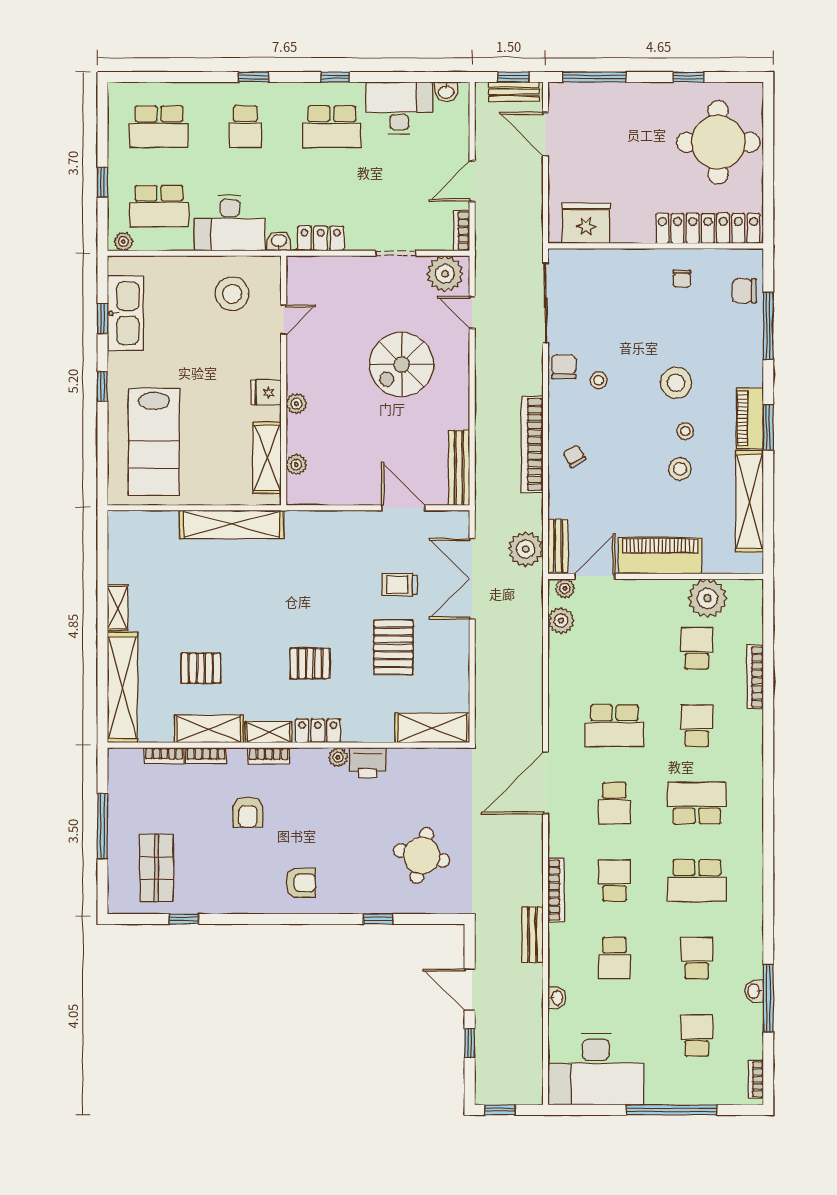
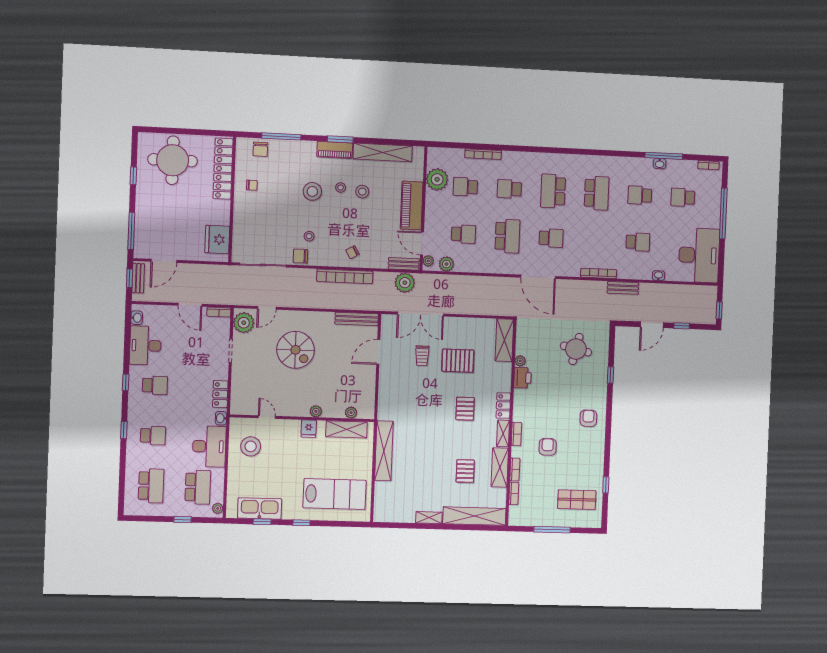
school desk: (332, 127) -> (155, 385), width x0.54
plant: (338, 757) -> (520, 361), moved
armchair: (248, 812) -> (548, 447), turned -90
school desk: (614, 881) -> (463, 234), moved, turned 180

